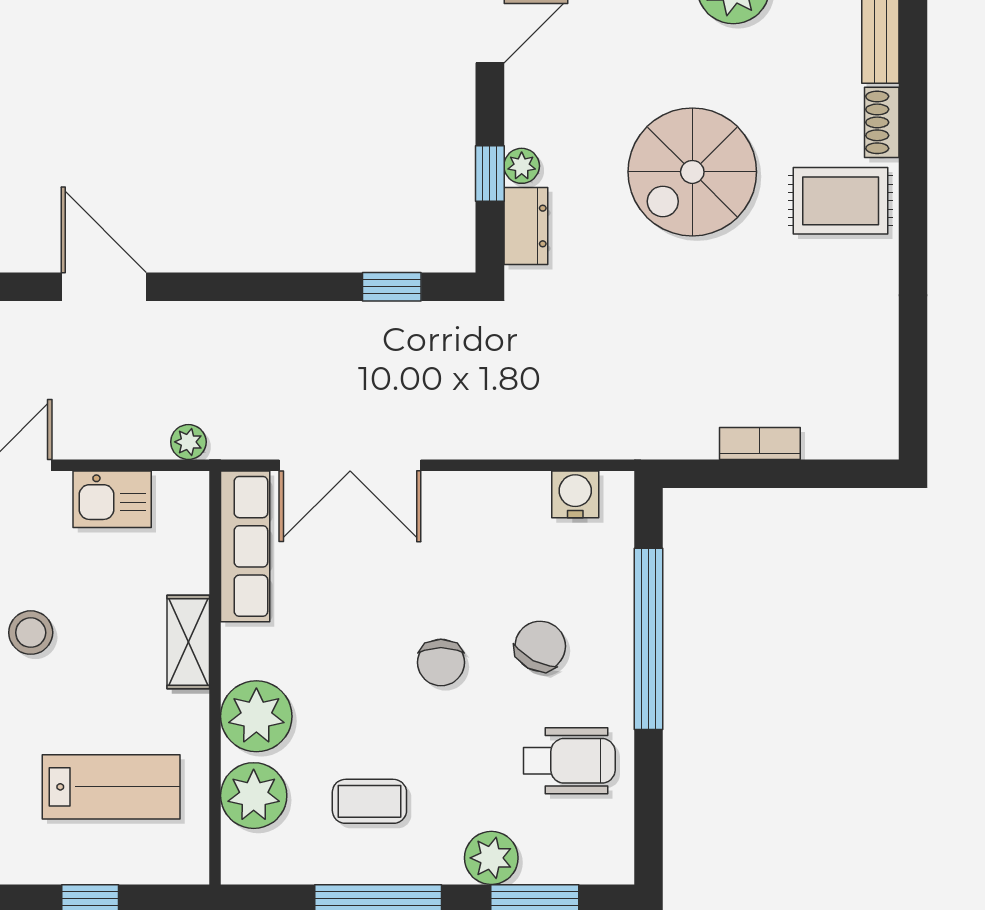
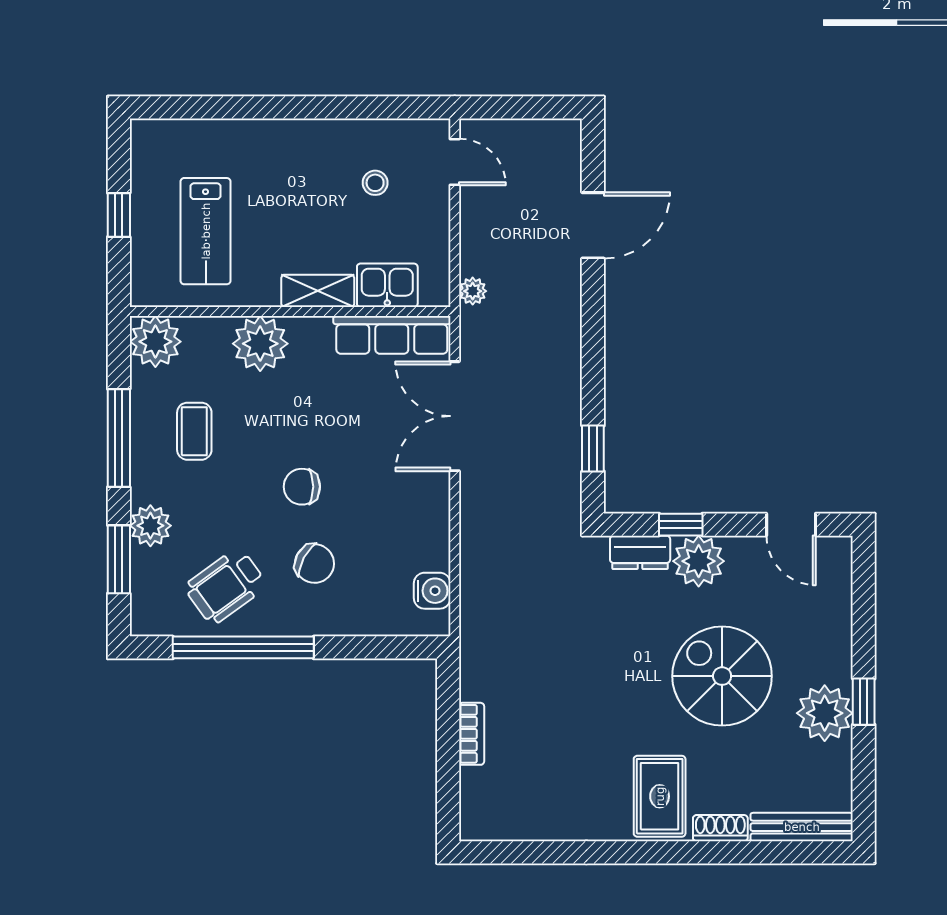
plant: (522, 166) -> (699, 561), width x1.88, depth x1.88
spiral stairs: (692, 172) -> (722, 676), moved
kitchen sink: (112, 499) -> (387, 285), moved, turned 90
stool: (31, 633) -> (375, 183), moved, width x0.73, depth x0.73
window: (648, 639) -> (243, 647), moved
wheelchair: (569, 761) -> (226, 586), turned 54
plant: (254, 796) -> (155, 342), moved

